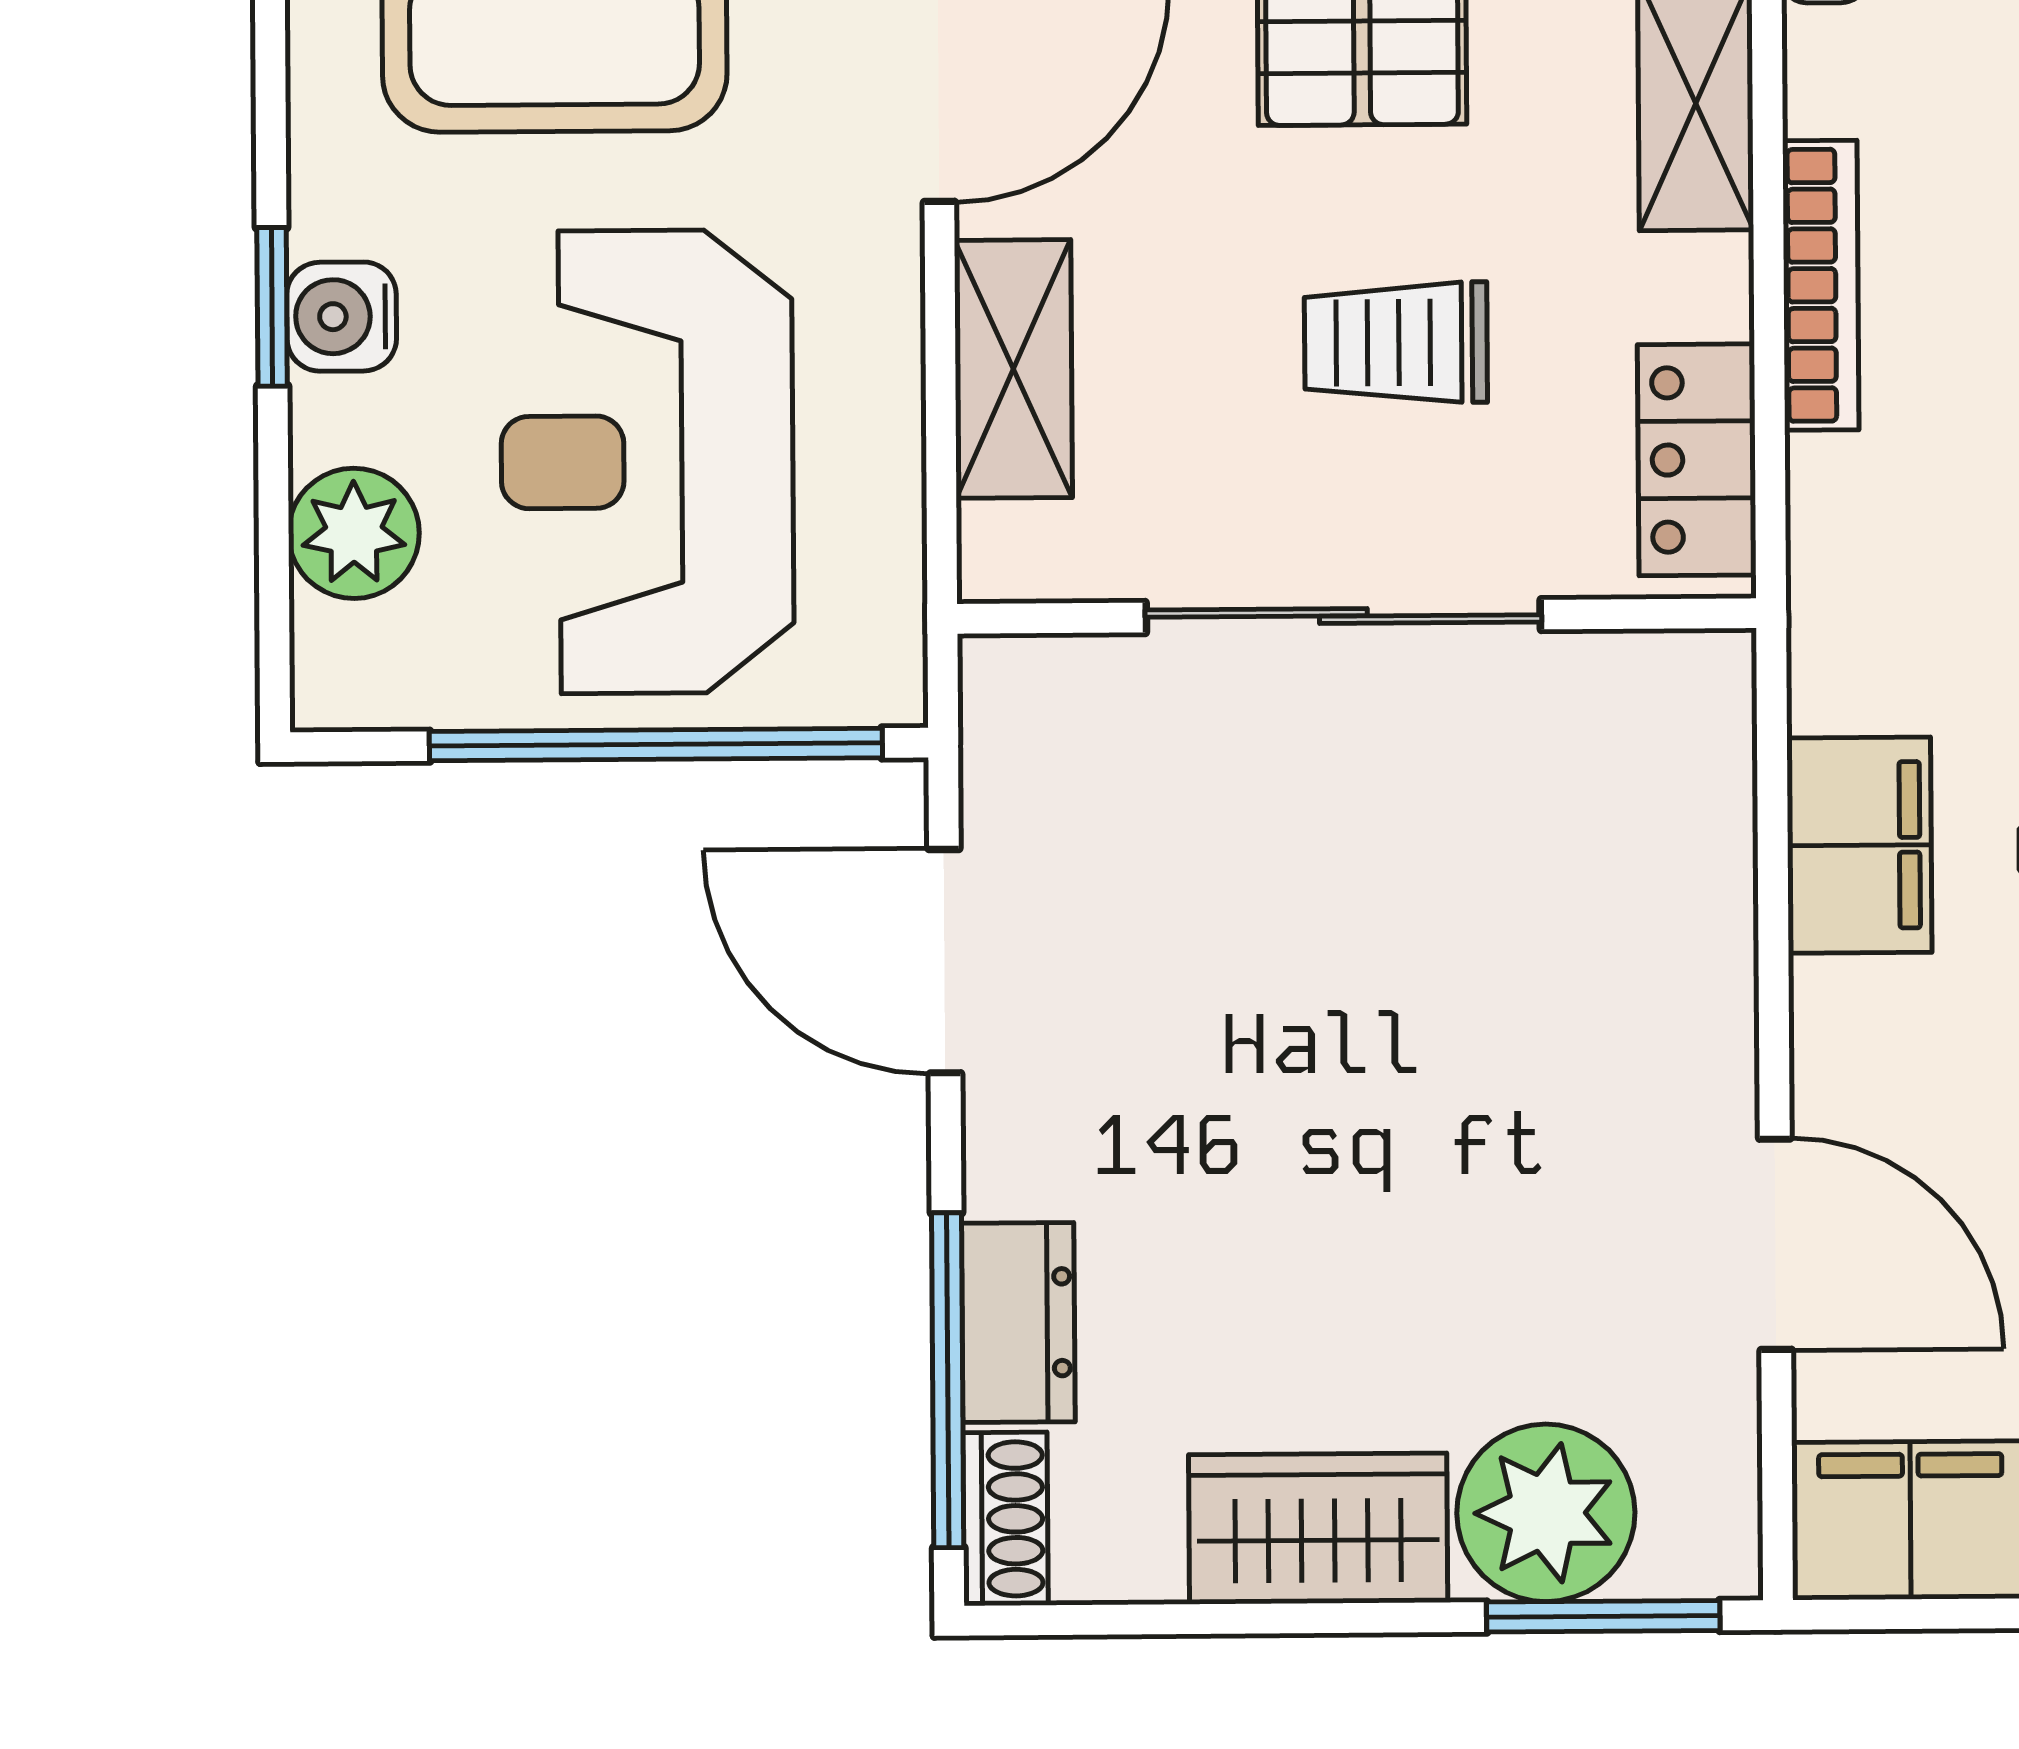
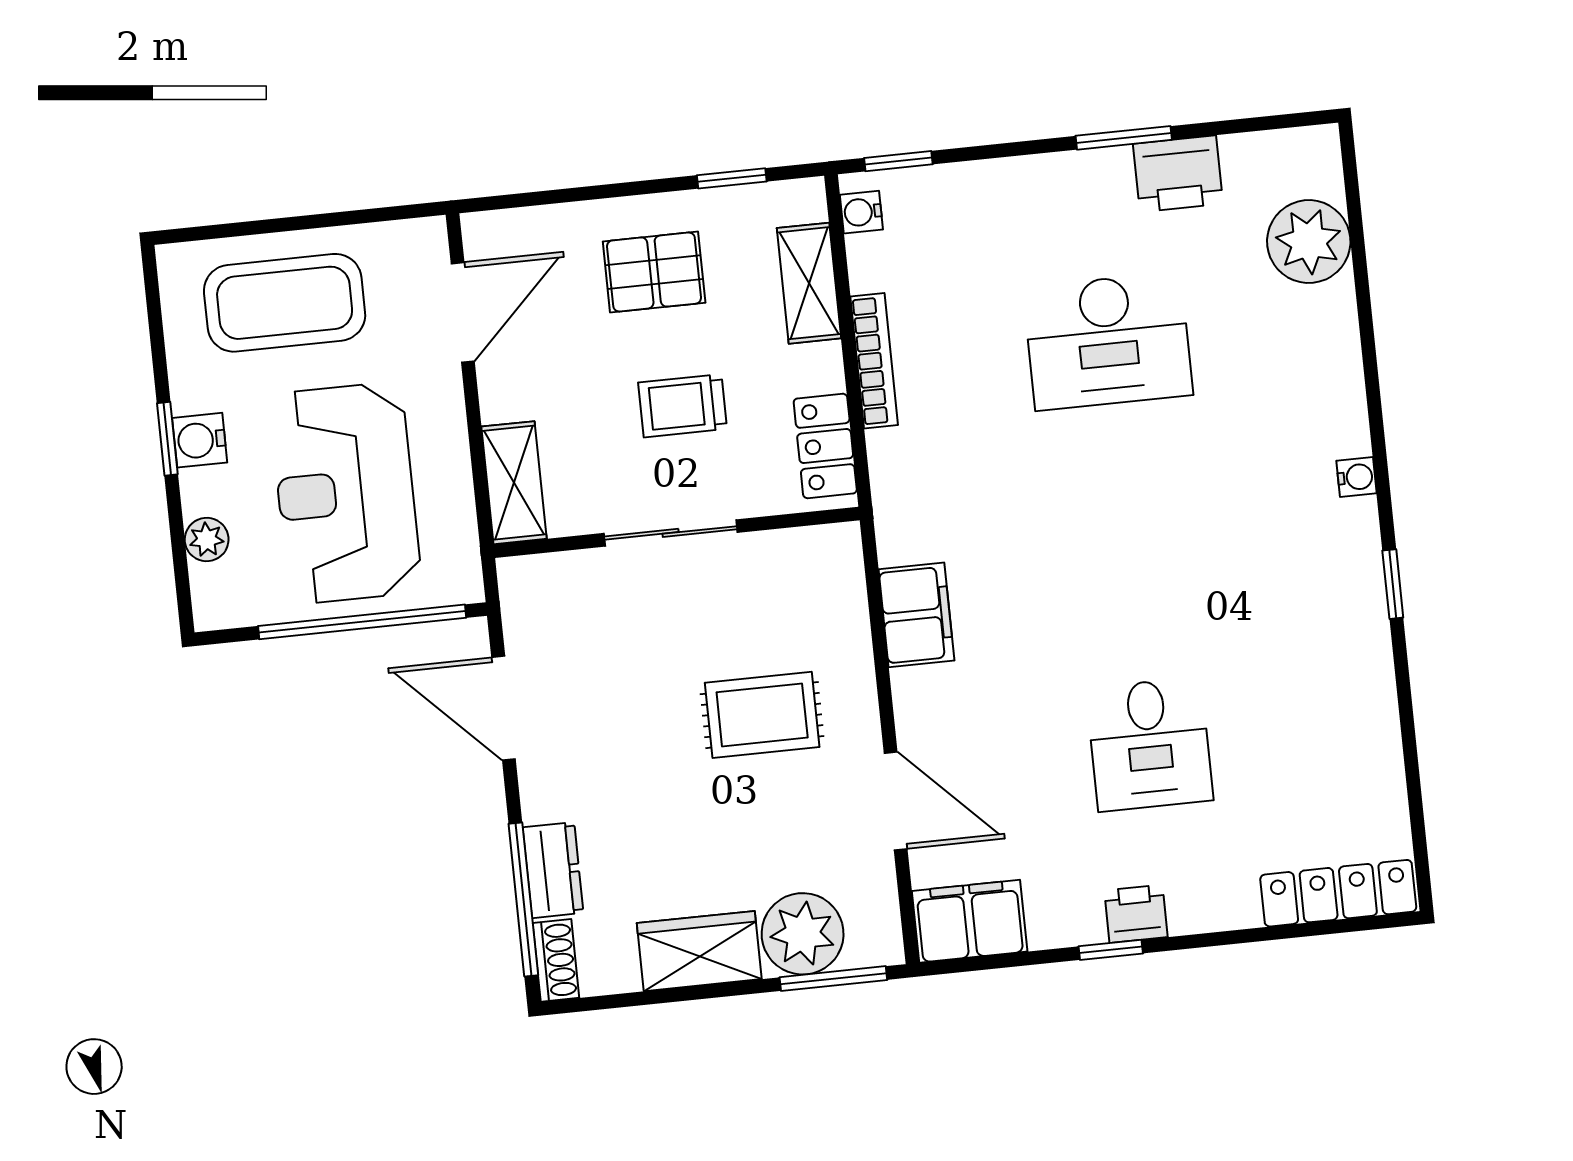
shelving: (1013, 369) -> (514, 483), moved
plant: (354, 533) -> (207, 540), width x0.73, depth x0.73
sliding door: (1343, 616) -> (671, 533), width x0.73
rug: (1504, 1030) -> (762, 715), added

